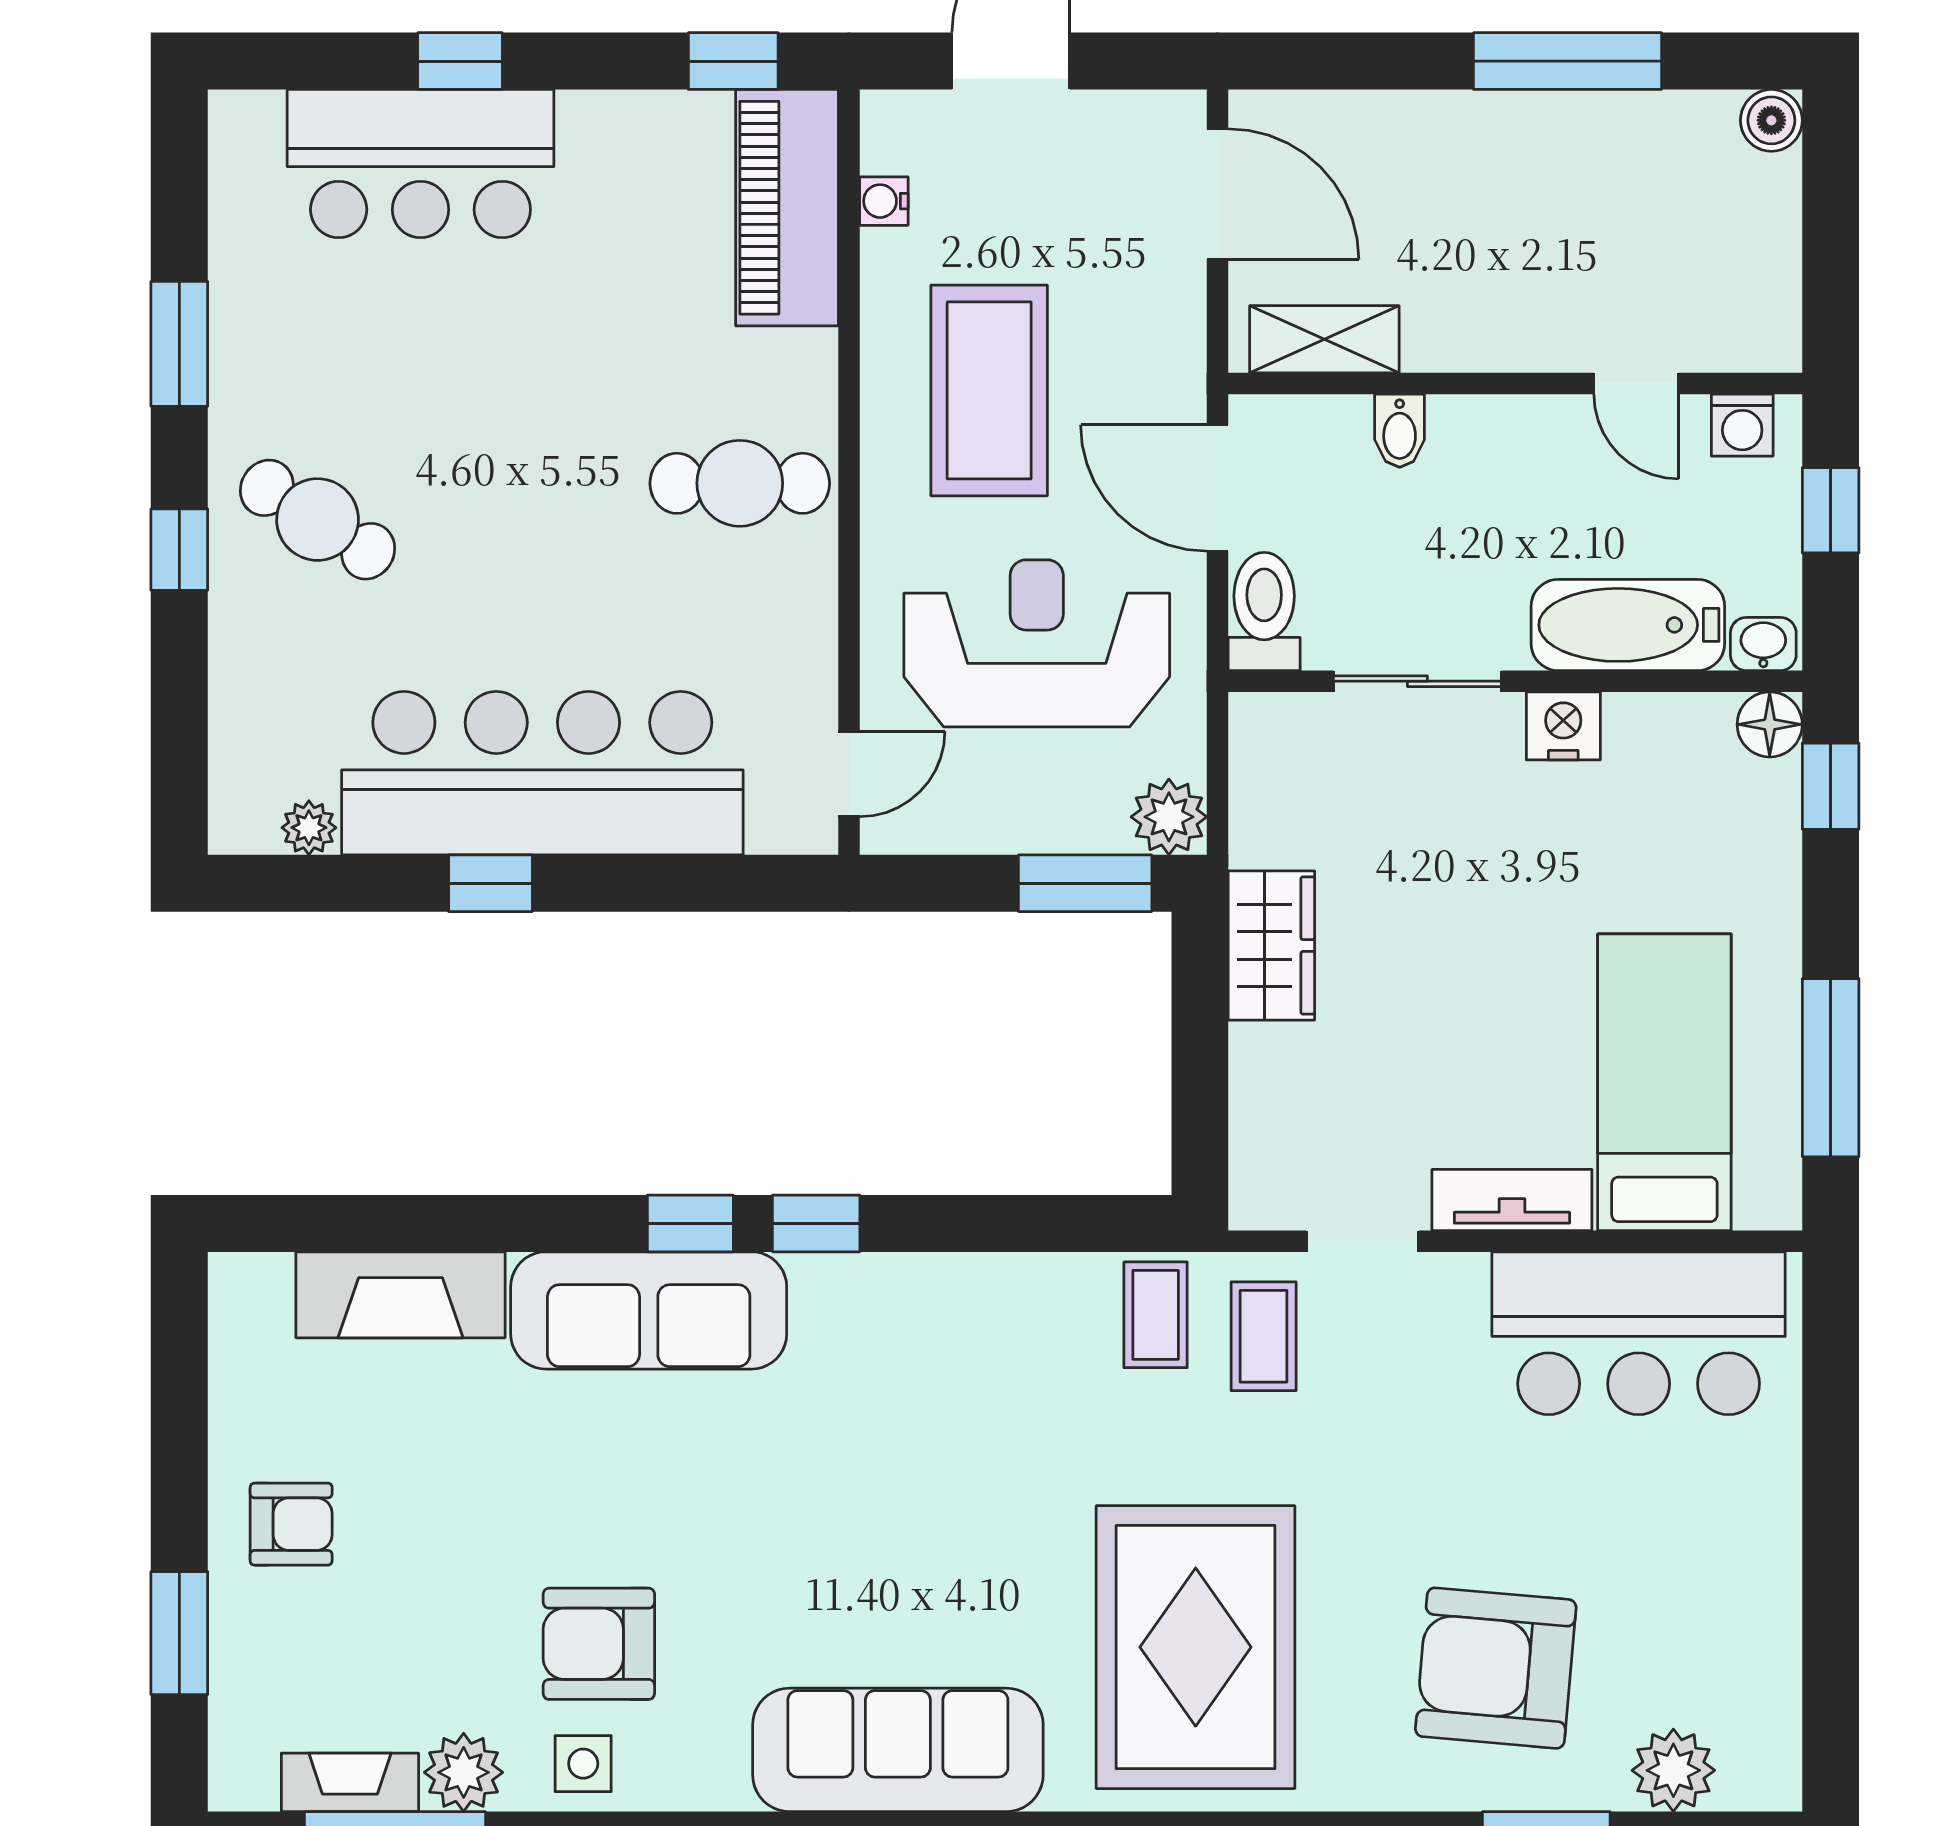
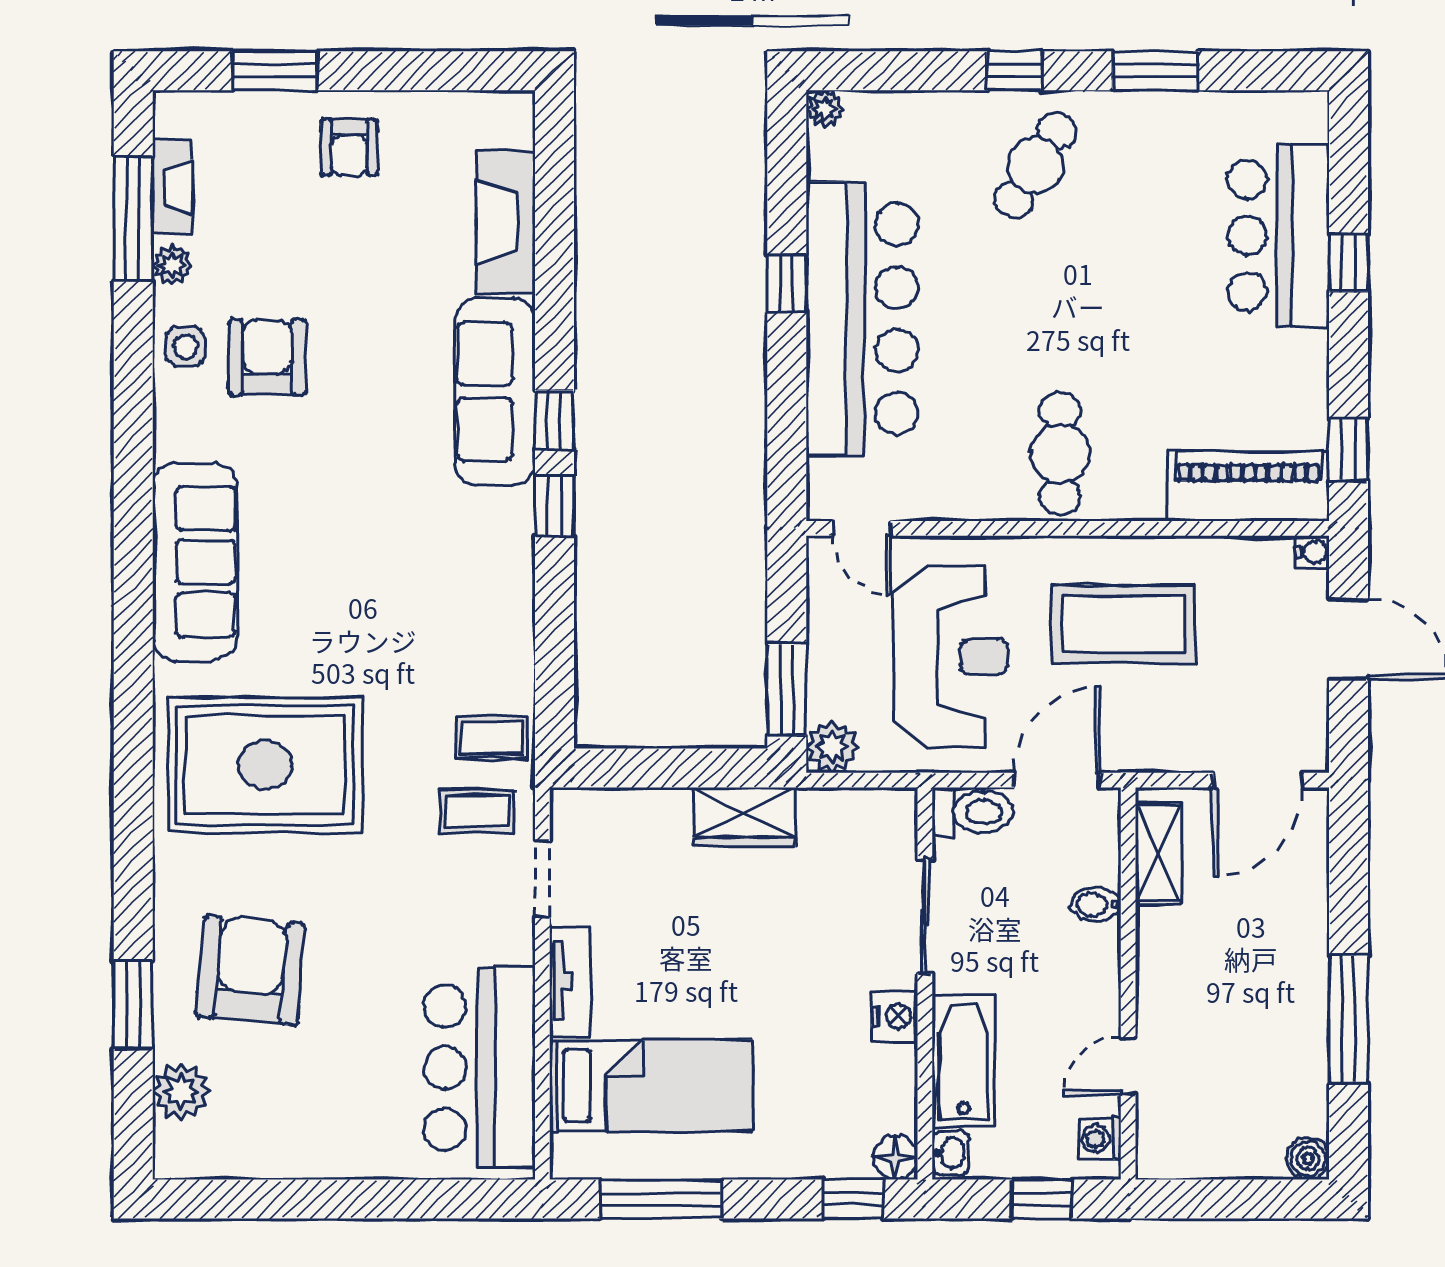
water cooler: (884, 201) -> (1313, 552), moved, turned 90
plant: (309, 828) -> (825, 109), moved
plant: (464, 1772) -> (172, 265), width x0.73, depth x0.73

